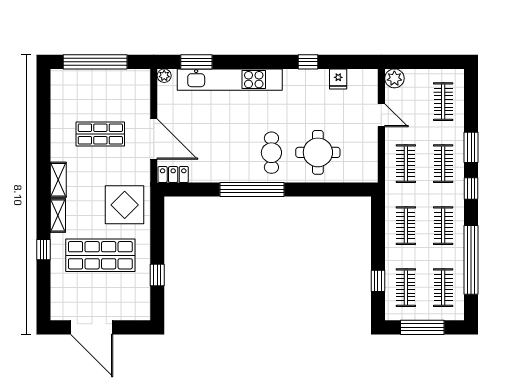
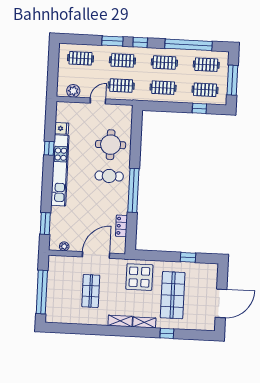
plant: (164, 76) -> (64, 246), moved
plant: (394, 78) -> (73, 91), moved
kitchen unit: (230, 80) -> (60, 170), moved
door: (381, 115) -> (98, 101), moved
locker: (173, 175) -> (121, 226), moved

